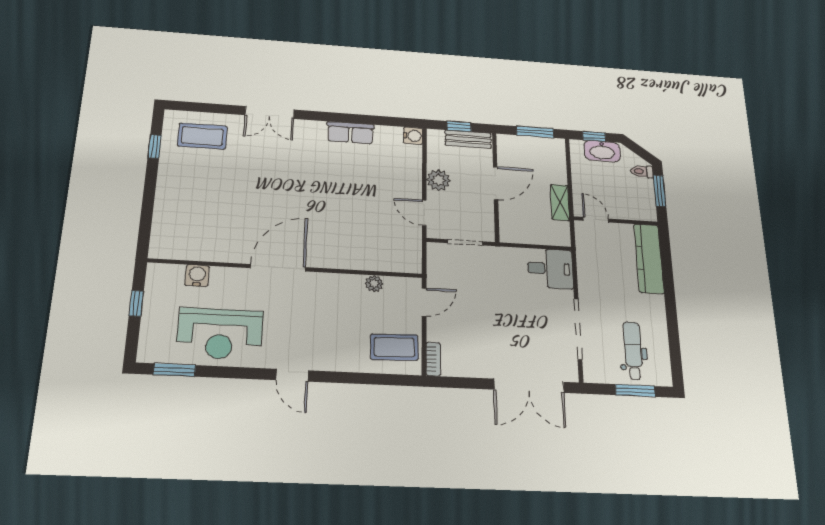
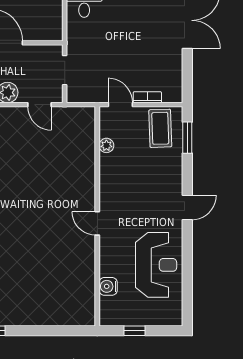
door: (424, 213) -> (40, 105), hinge flipped
door: (278, 268) -> (97, 223), width x0.53
bookcase: (433, 359) -> (147, 97), moved
window: (174, 370) -> (187, 138), moved

